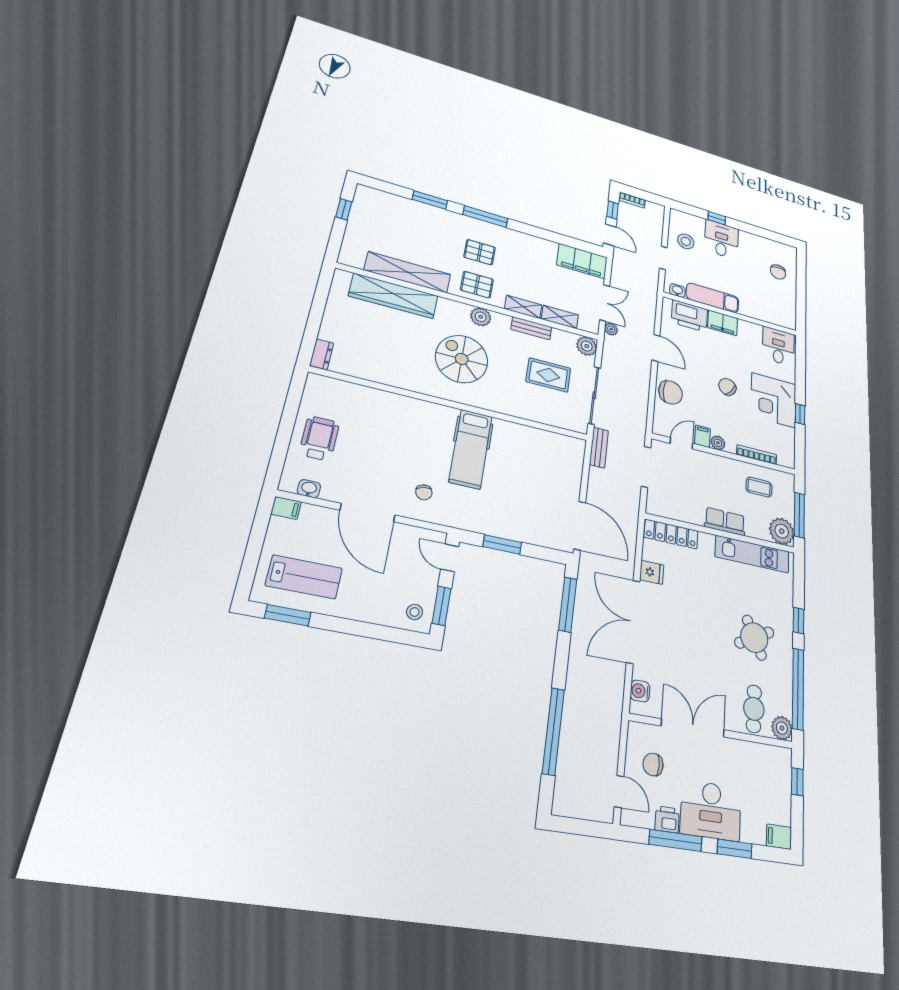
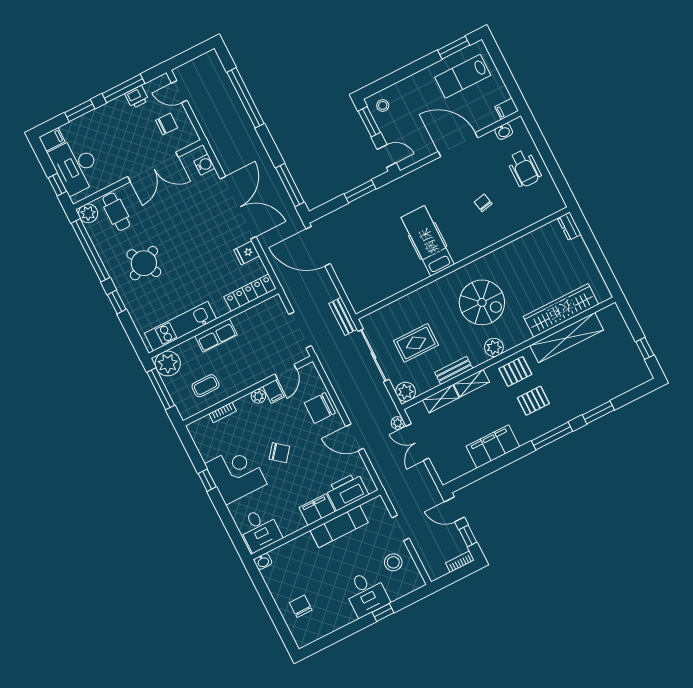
filing cabinet: (582, 261) -> (493, 446), moved
washbasin: (677, 290) -> (263, 561), moved
bookcase: (757, 455) -> (223, 412), width x0.64
chair: (424, 492) -> (483, 203), moved
desk: (711, 810) -> (75, 166), moved, turned -90

